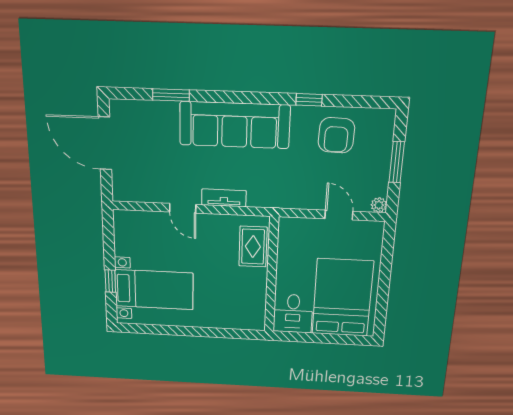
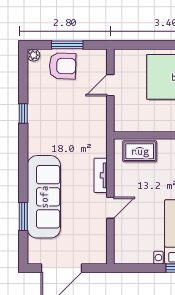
sofa: (235, 125) -> (44, 197), moved
armchair: (336, 135) -> (63, 66), moved
plant: (379, 205) -> (34, 55), moved

